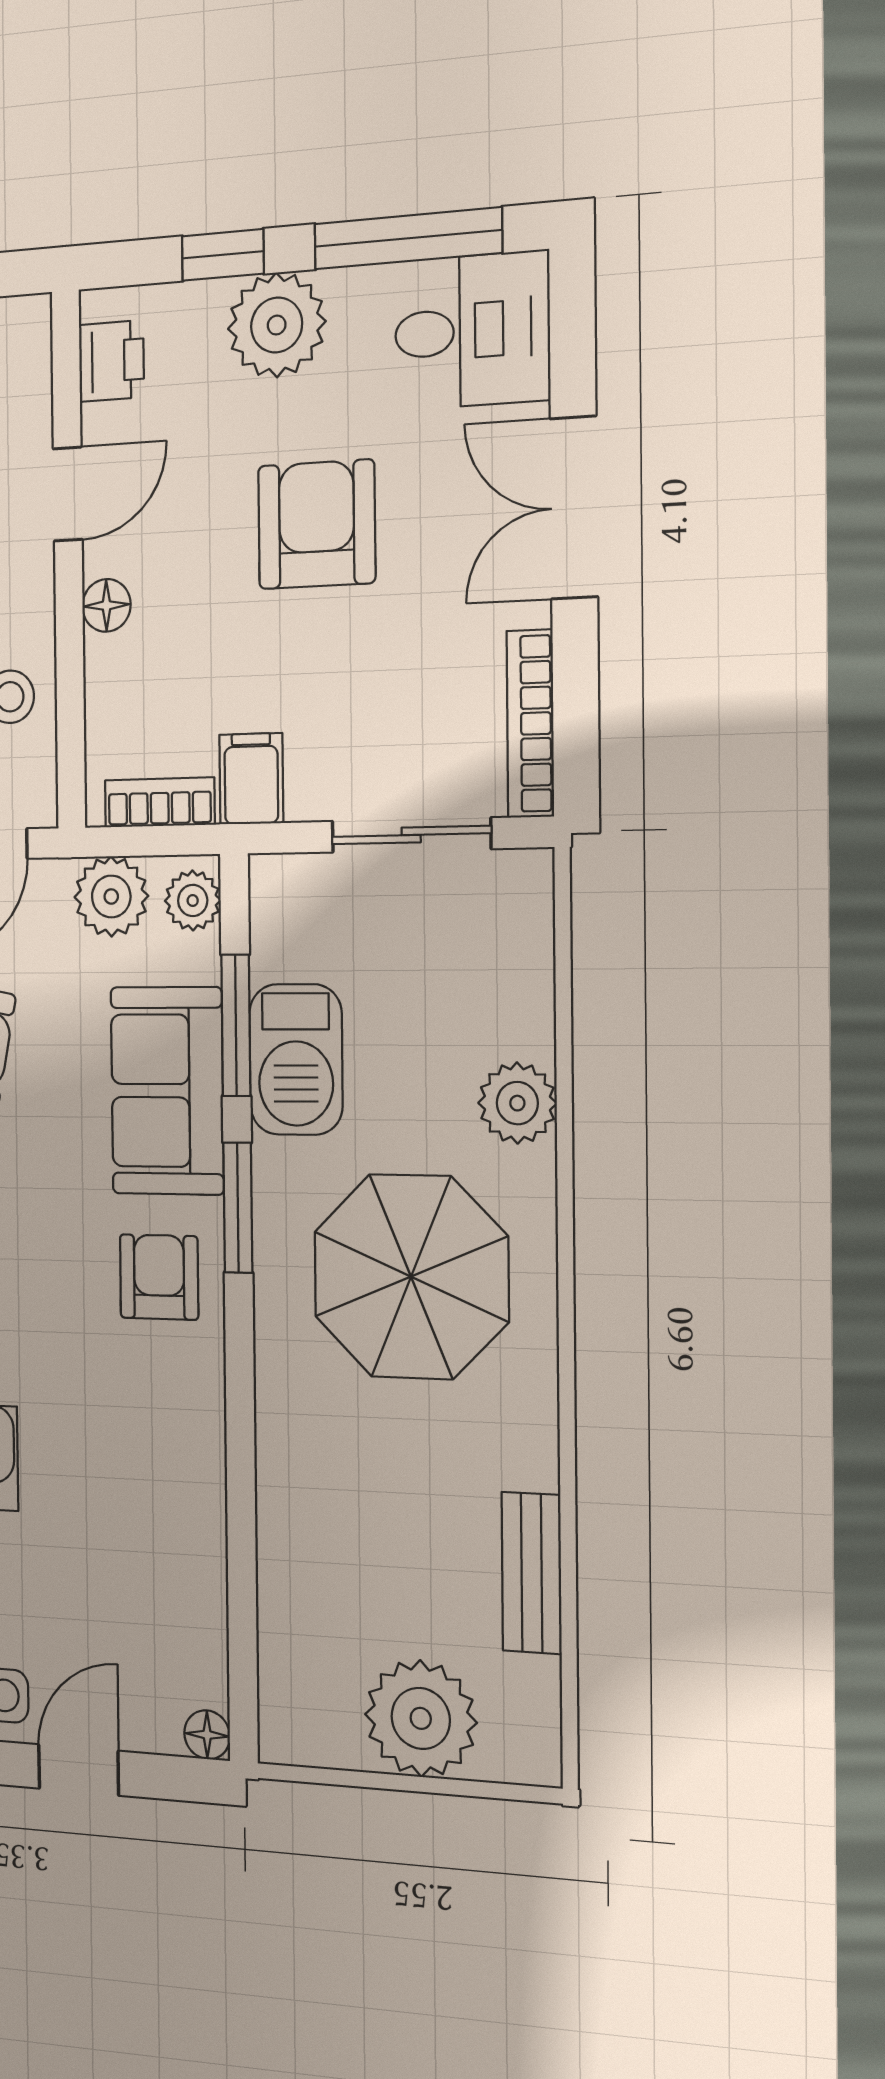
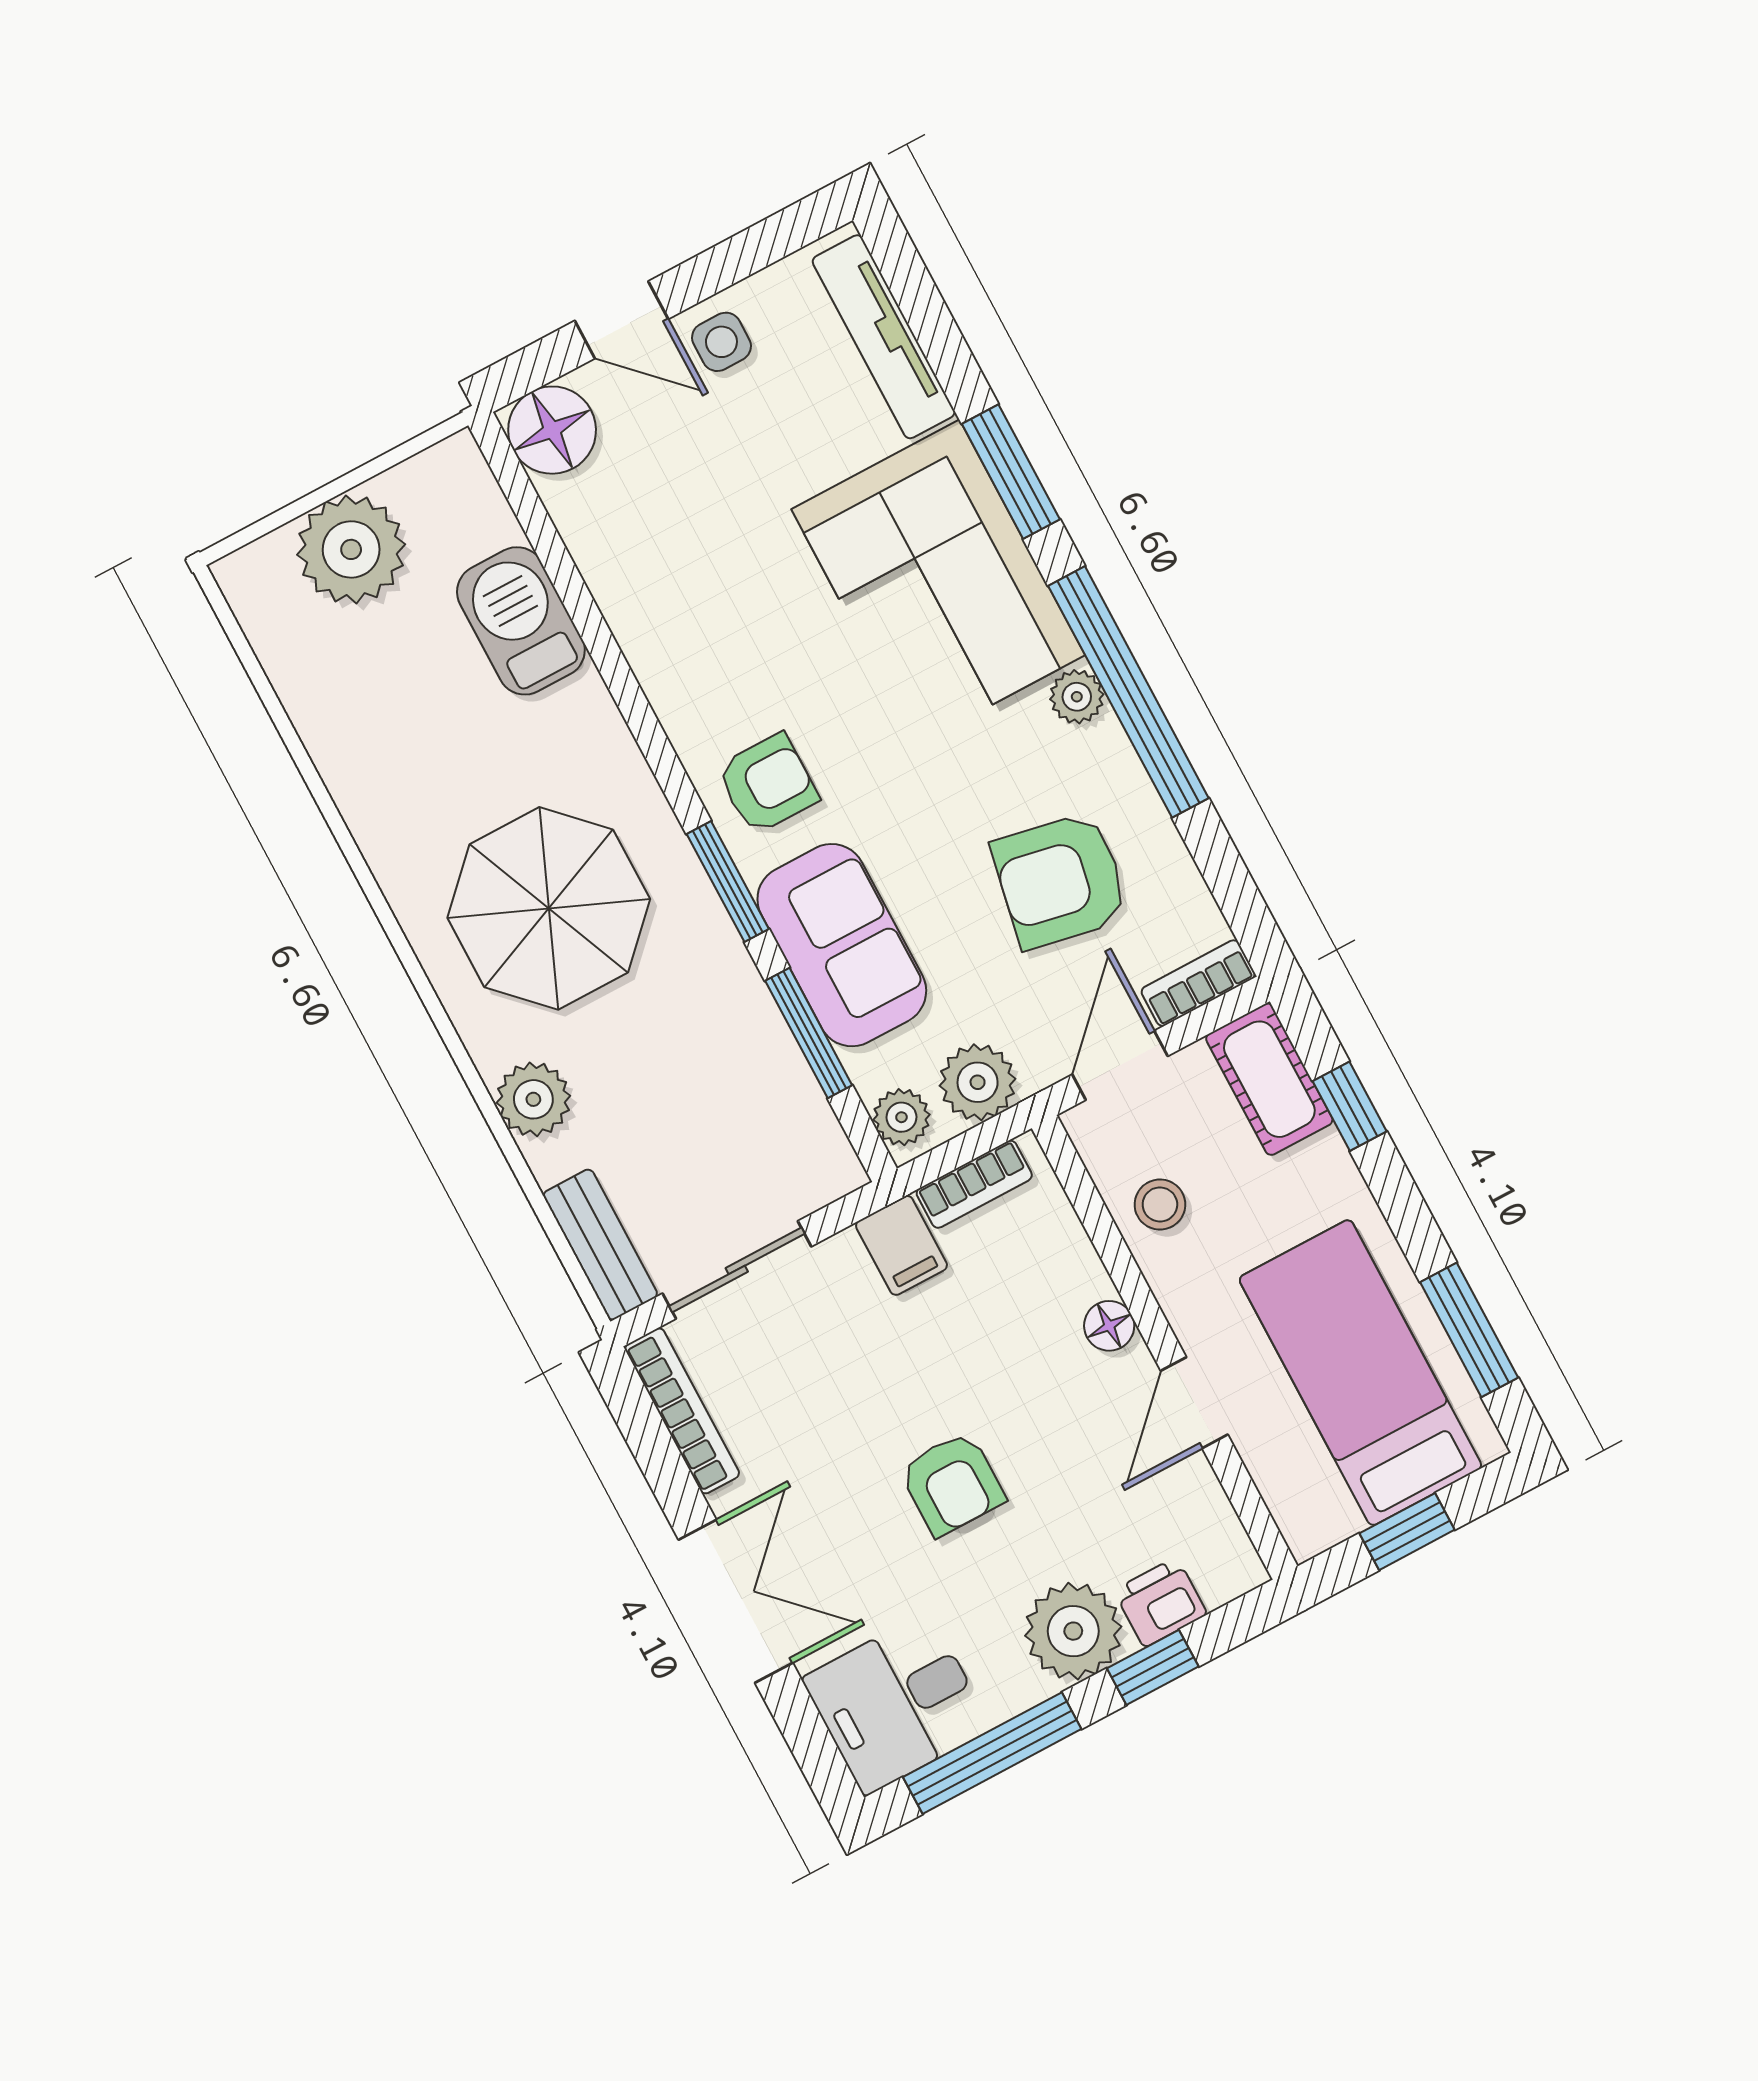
printer: (111, 361) -> (1160, 1602), moved, turned 90
armchair: (317, 524) -> (952, 1484), width x0.72, depth x0.72
barbecue: (296, 1059) -> (521, 621), moved
armchair: (159, 1277) -> (767, 784), turned -90
bench: (532, 1573) -> (600, 1245), moved
floor lamp: (207, 1735) -> (552, 430), width x1.89, depth x1.89
door: (78, 1770) -> (621, 320), hinge flipped

